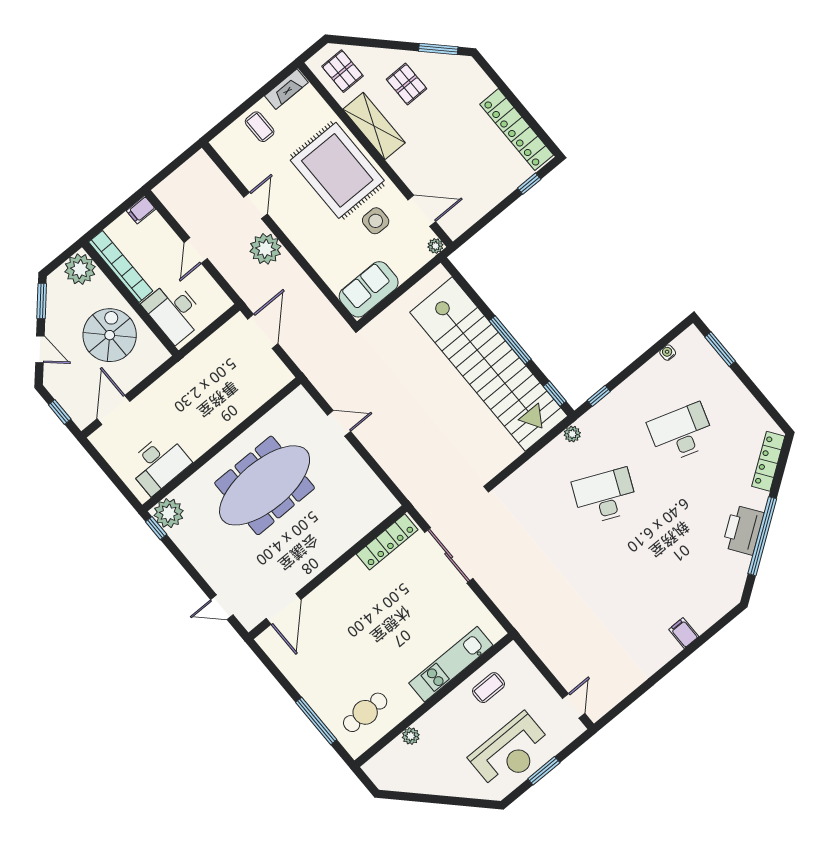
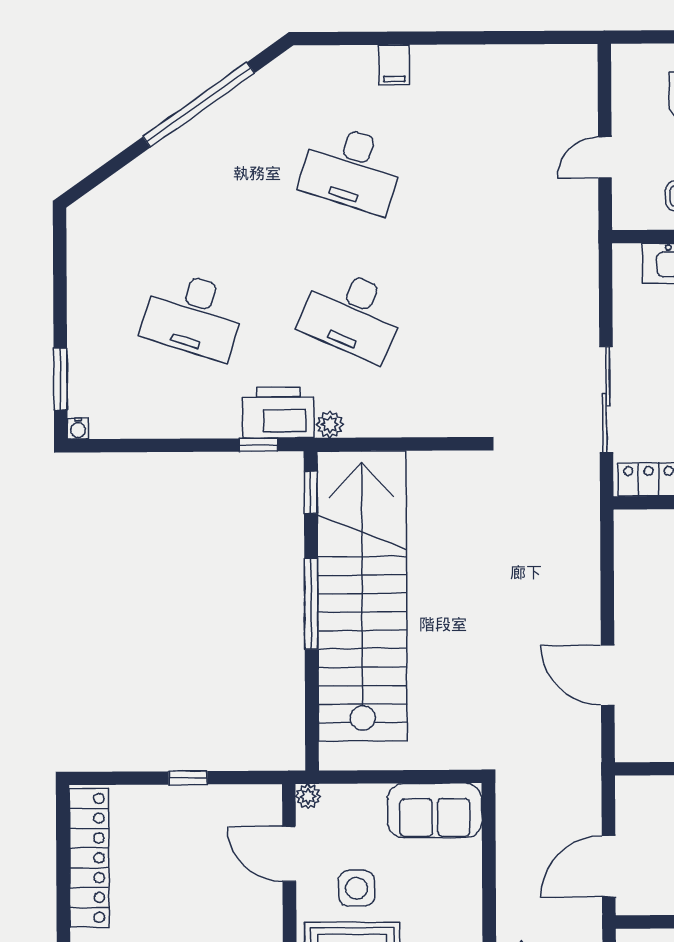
window: (529, 184) -> (188, 778), moved
water cooler: (668, 353) -> (78, 428), moved
door: (339, 423) -> (608, 675), width x1.38
locker: (768, 461) -> (115, 191), removed
printer: (743, 530) -> (278, 413), moved, turned -145
desk: (663, 566) -> (352, 169), added
door: (574, 706) -> (605, 157), moved

